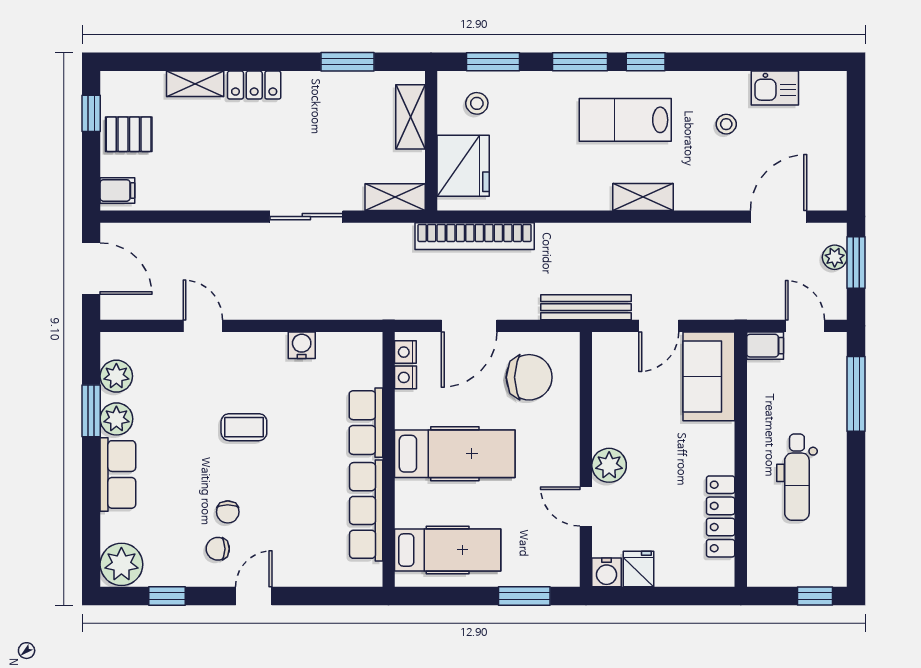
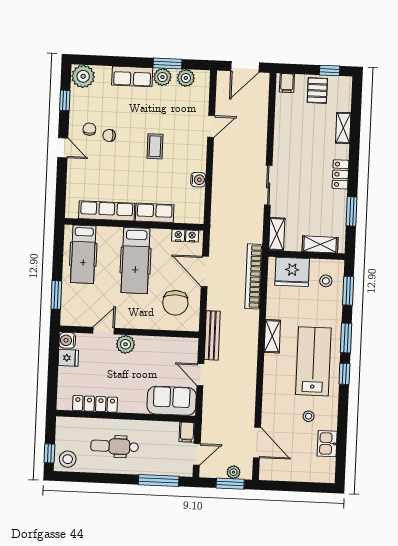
locker: (254, 85) -> (340, 174), moved
lab bench: (625, 120) -> (313, 361), width x1.36, depth x1.39
shelving: (643, 197) -> (272, 336), moved
stool: (824, 562) -> (68, 459), added

